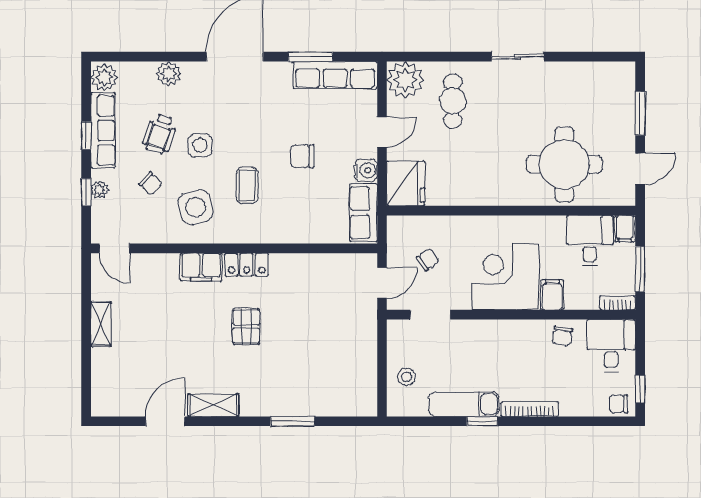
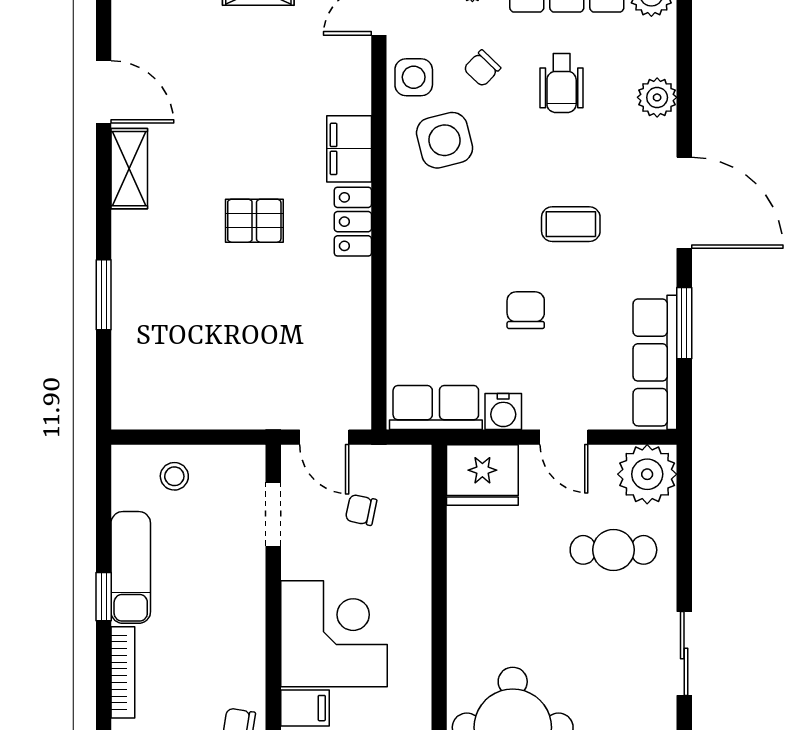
wheelchair: (160, 134) -> (562, 83), turned -108
side table: (200, 145) -> (414, 77), moved
coffee table: (247, 185) -> (571, 224), moved
chair: (428, 260) -> (361, 510), turned 137

